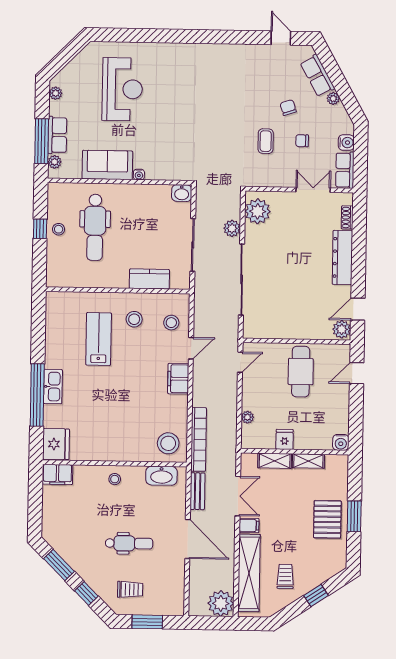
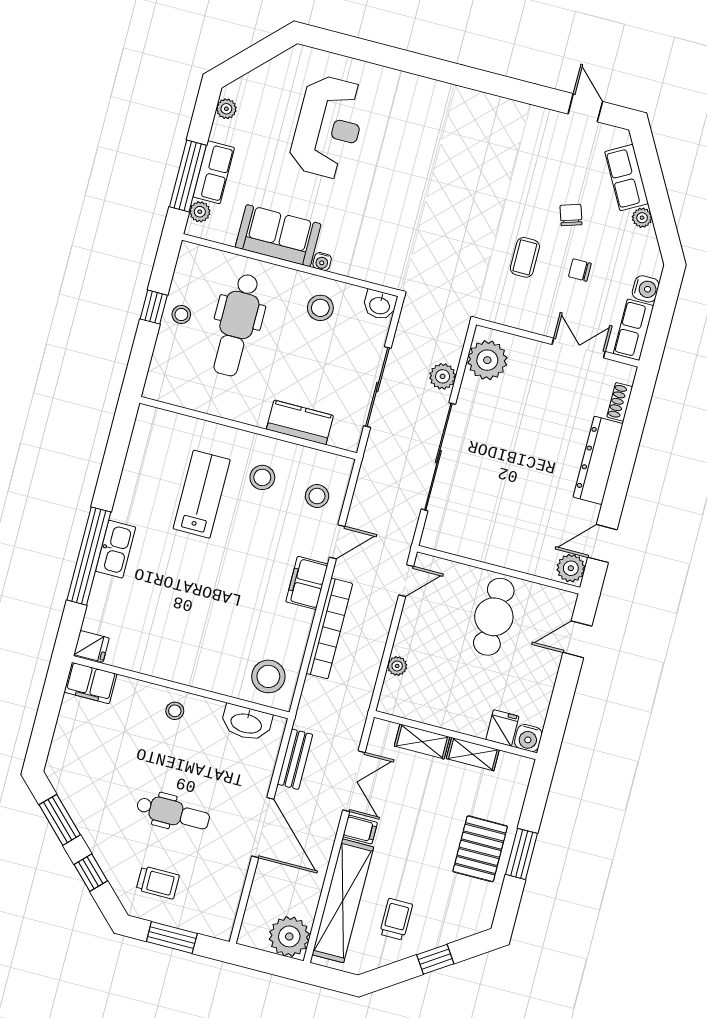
stool: (145, 204) -> (320, 308), added
bookcase: (199, 439) -> (329, 628), moved
fridge: (285, 439) -> (502, 728), moved
fridge: (56, 444) -> (91, 646), width x0.53, depth x0.75

